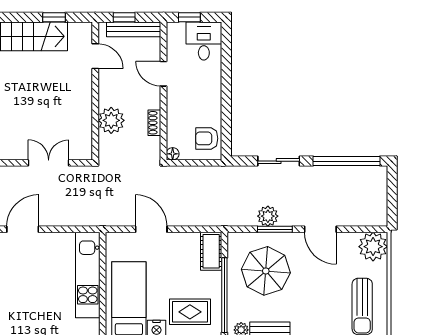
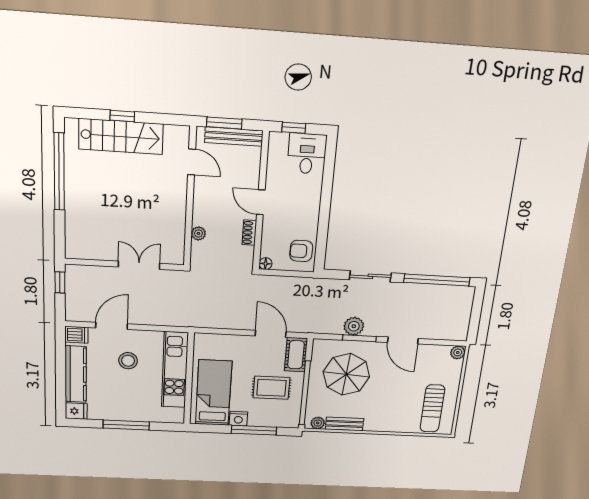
window: (54, 17) -> (122, 116), moved
window: (124, 17) -> (224, 123), width x1.50
door: (163, 74) -> (261, 202), moved
plant: (111, 120) -> (198, 233), width x0.53, depth x0.53
door: (151, 229) -> (271, 334), moved
plant: (373, 247) -> (458, 352), width x0.53, depth x0.53
stool: (40, 267) -> (128, 361), added
rug: (190, 312) -> (271, 388), moved

